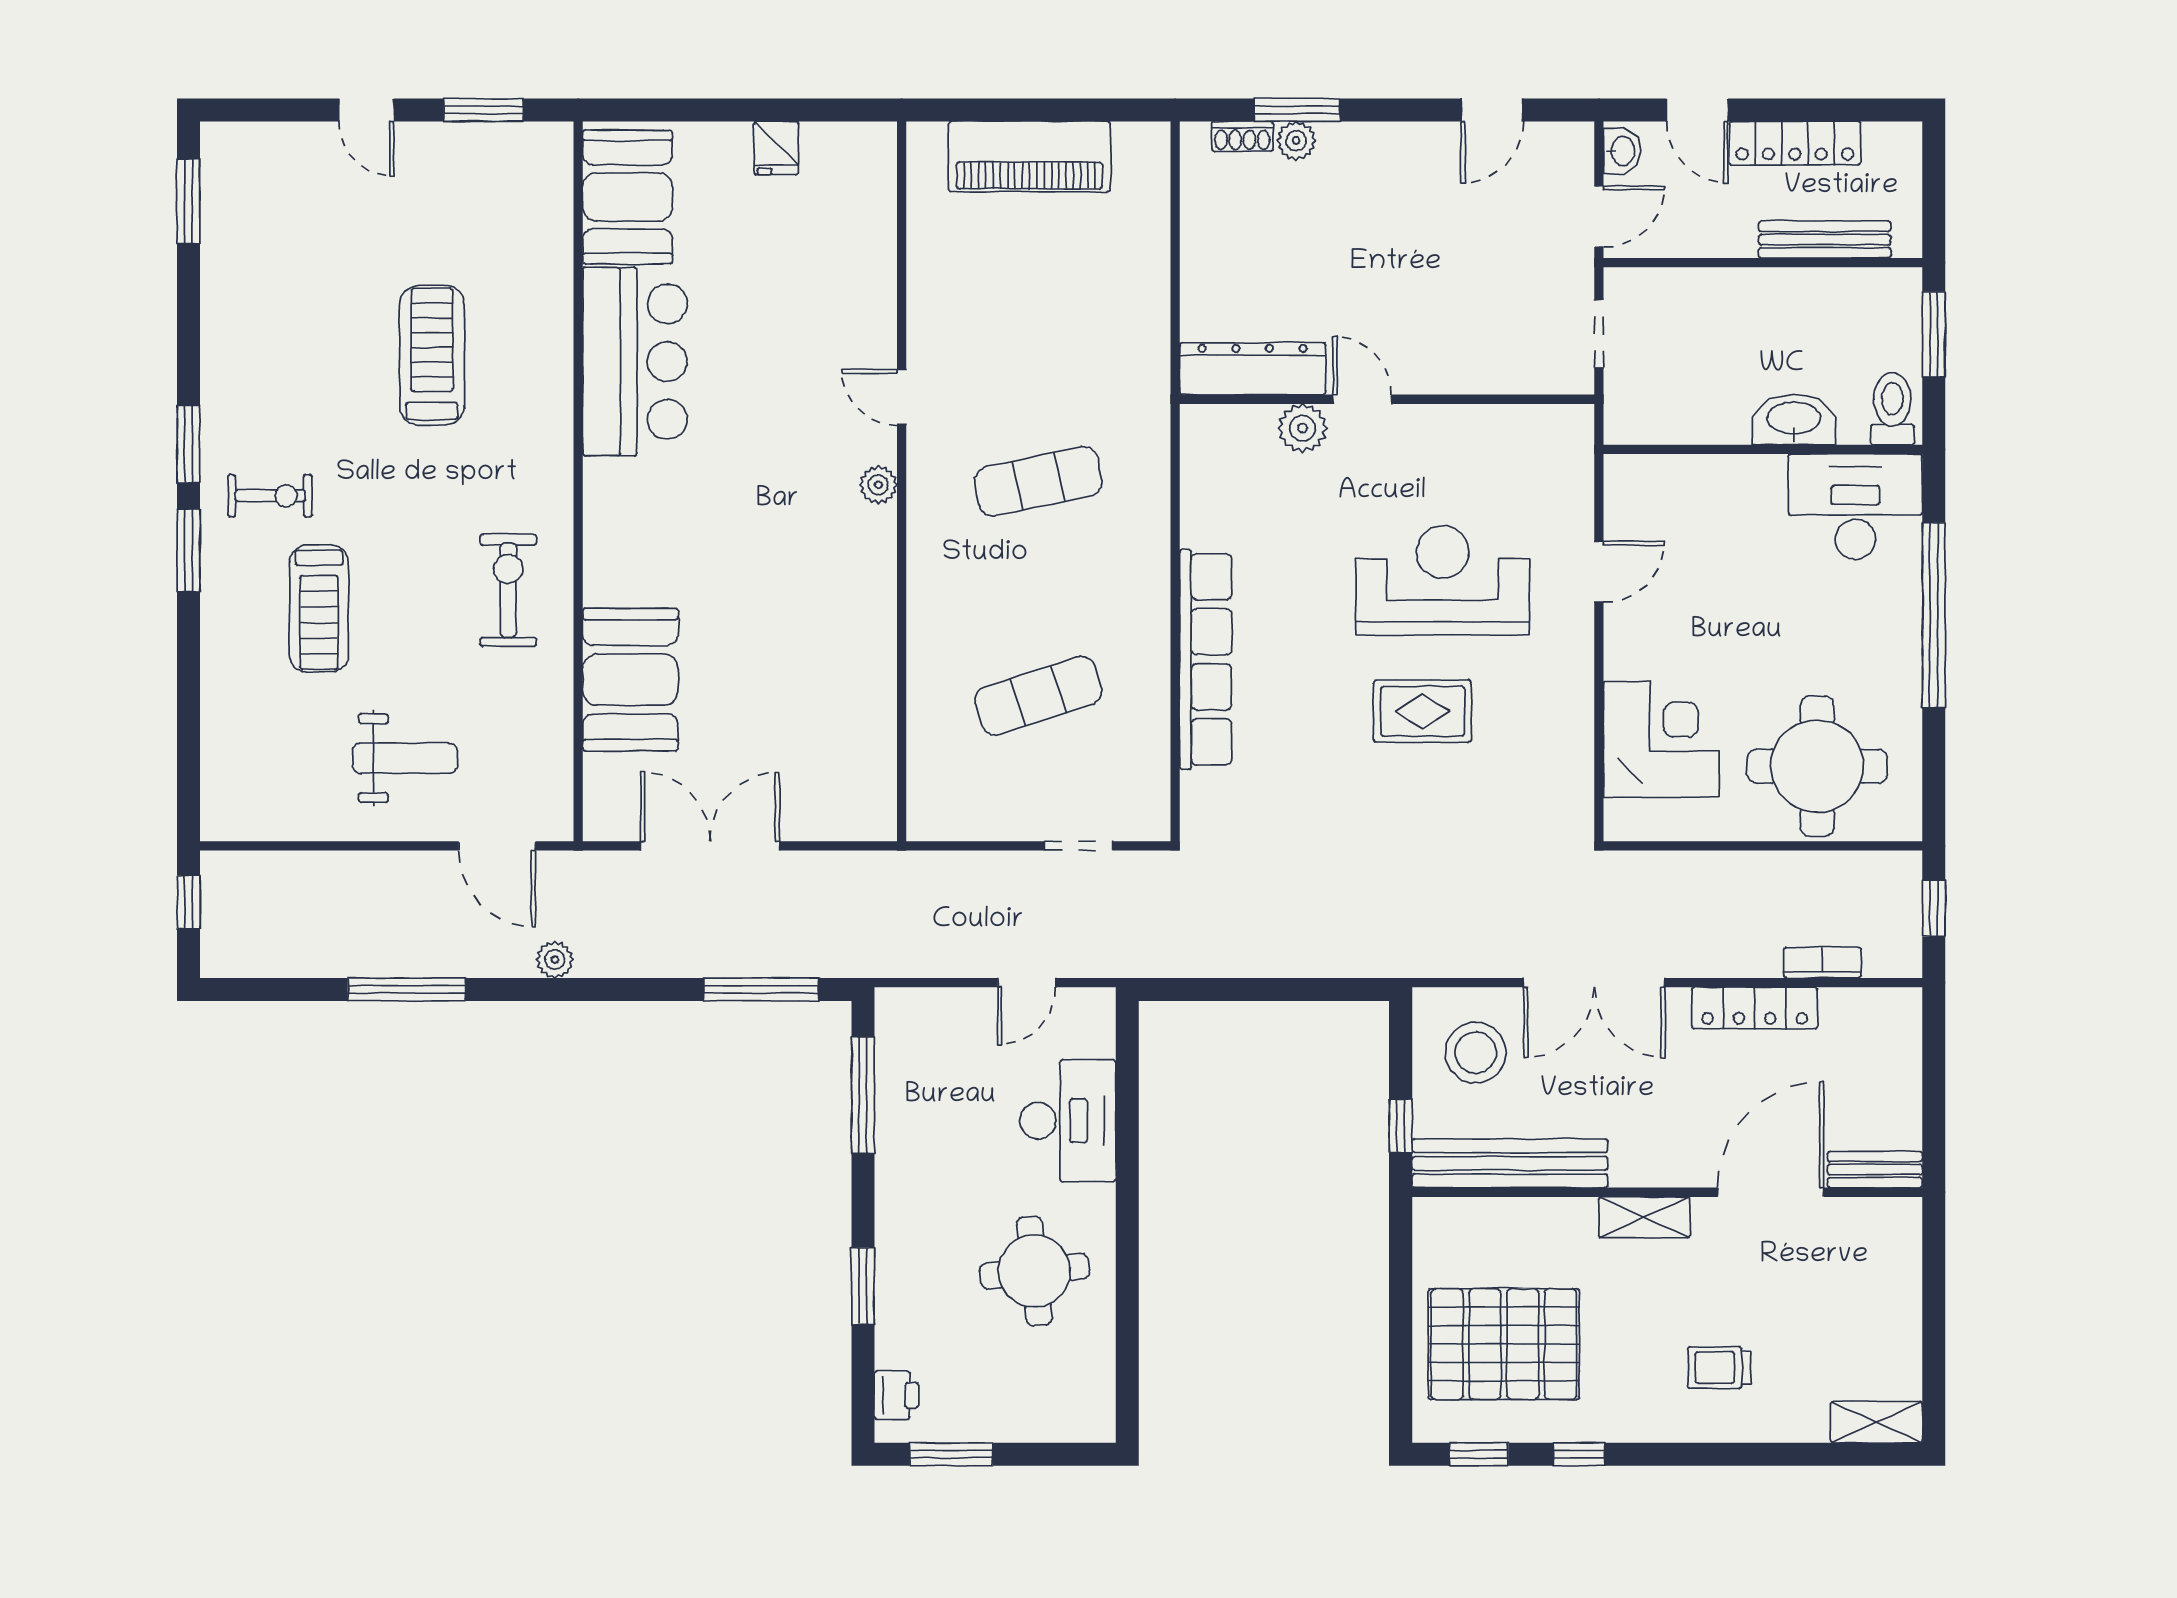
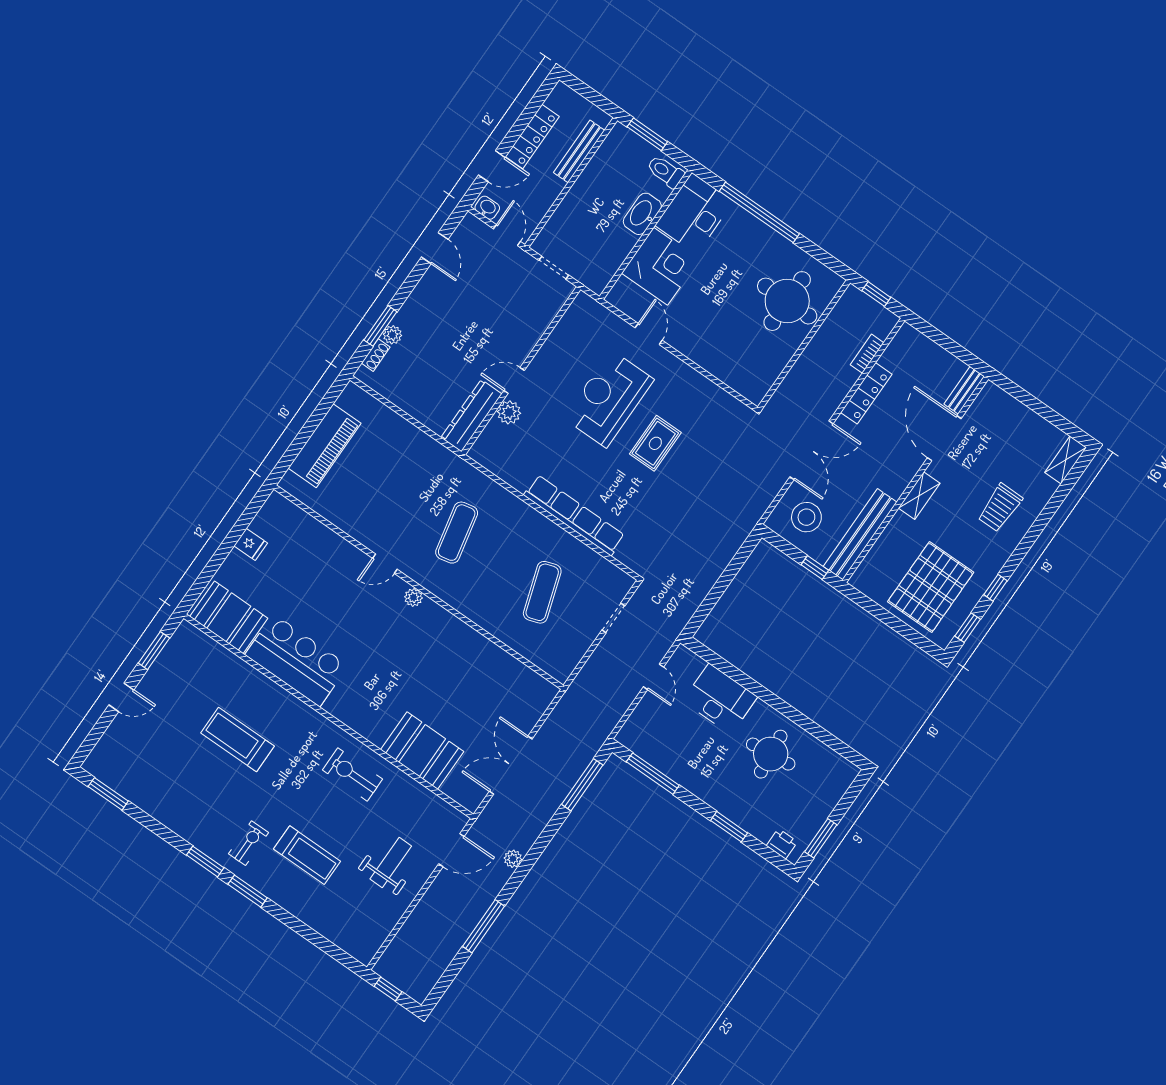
corner desk: (1661, 739) -> (661, 266), moved, turned 90
trolley: (1719, 1368) -> (1000, 508), width x1.36, depth x1.39

